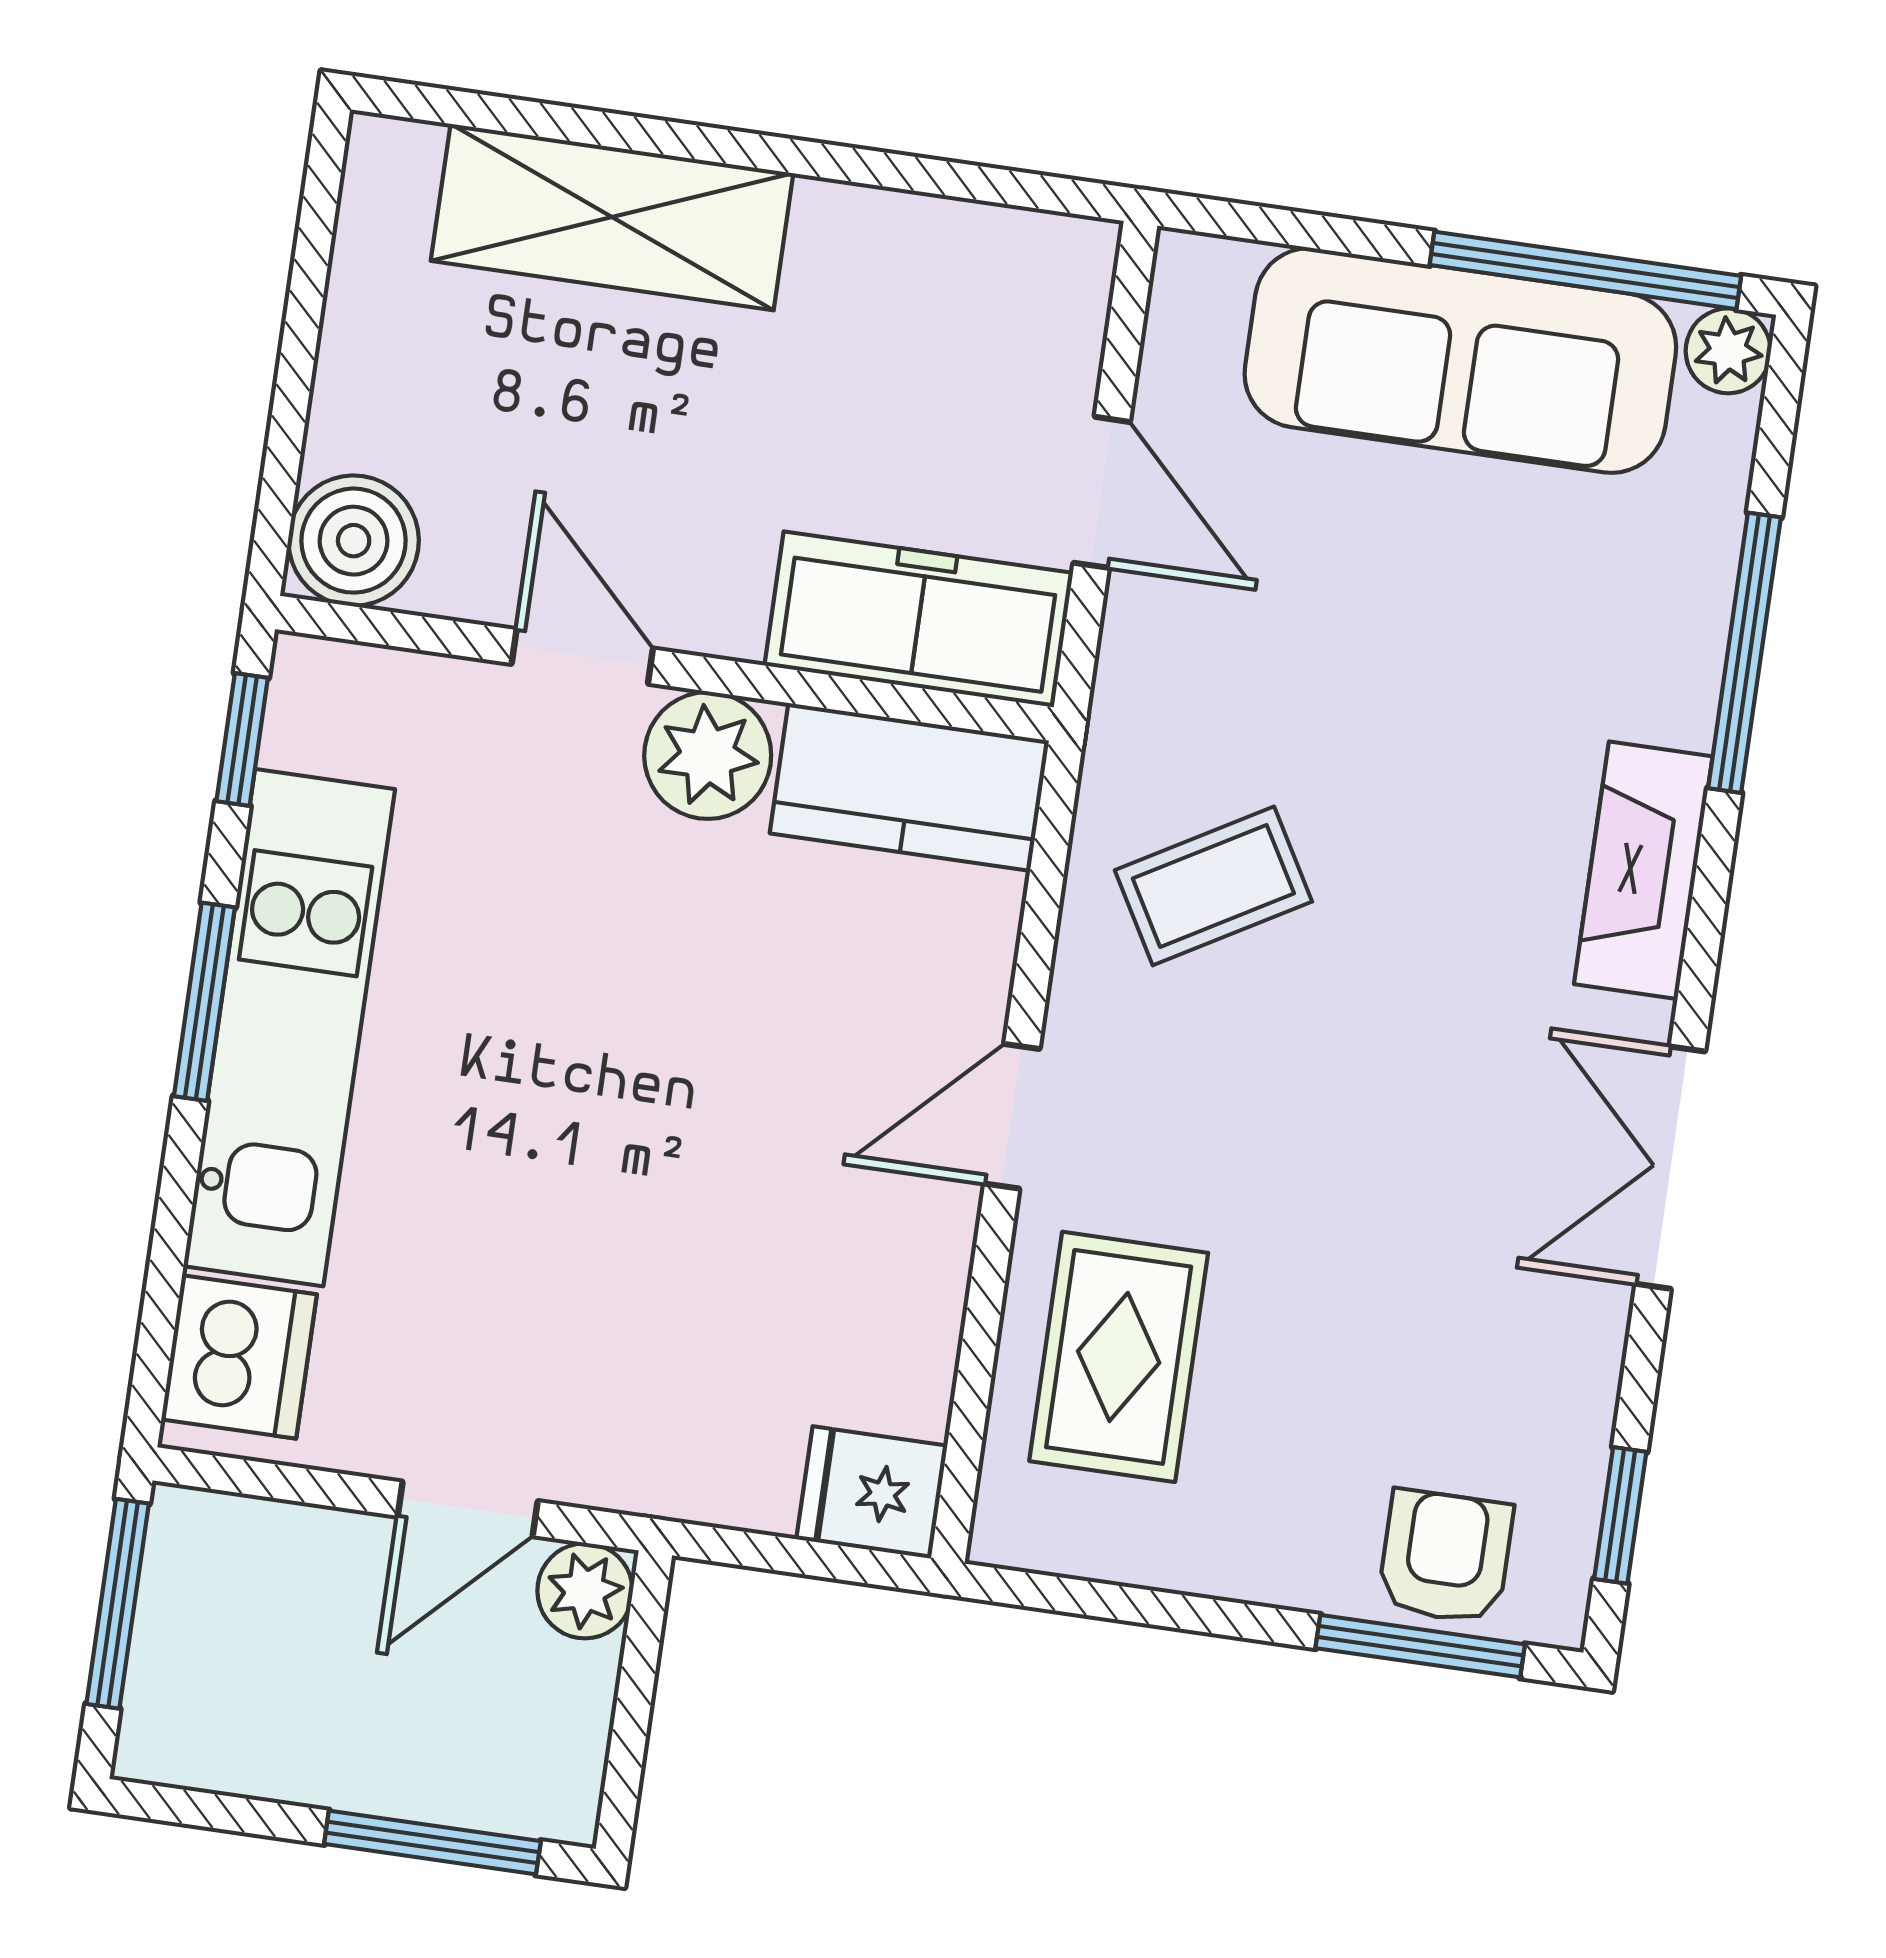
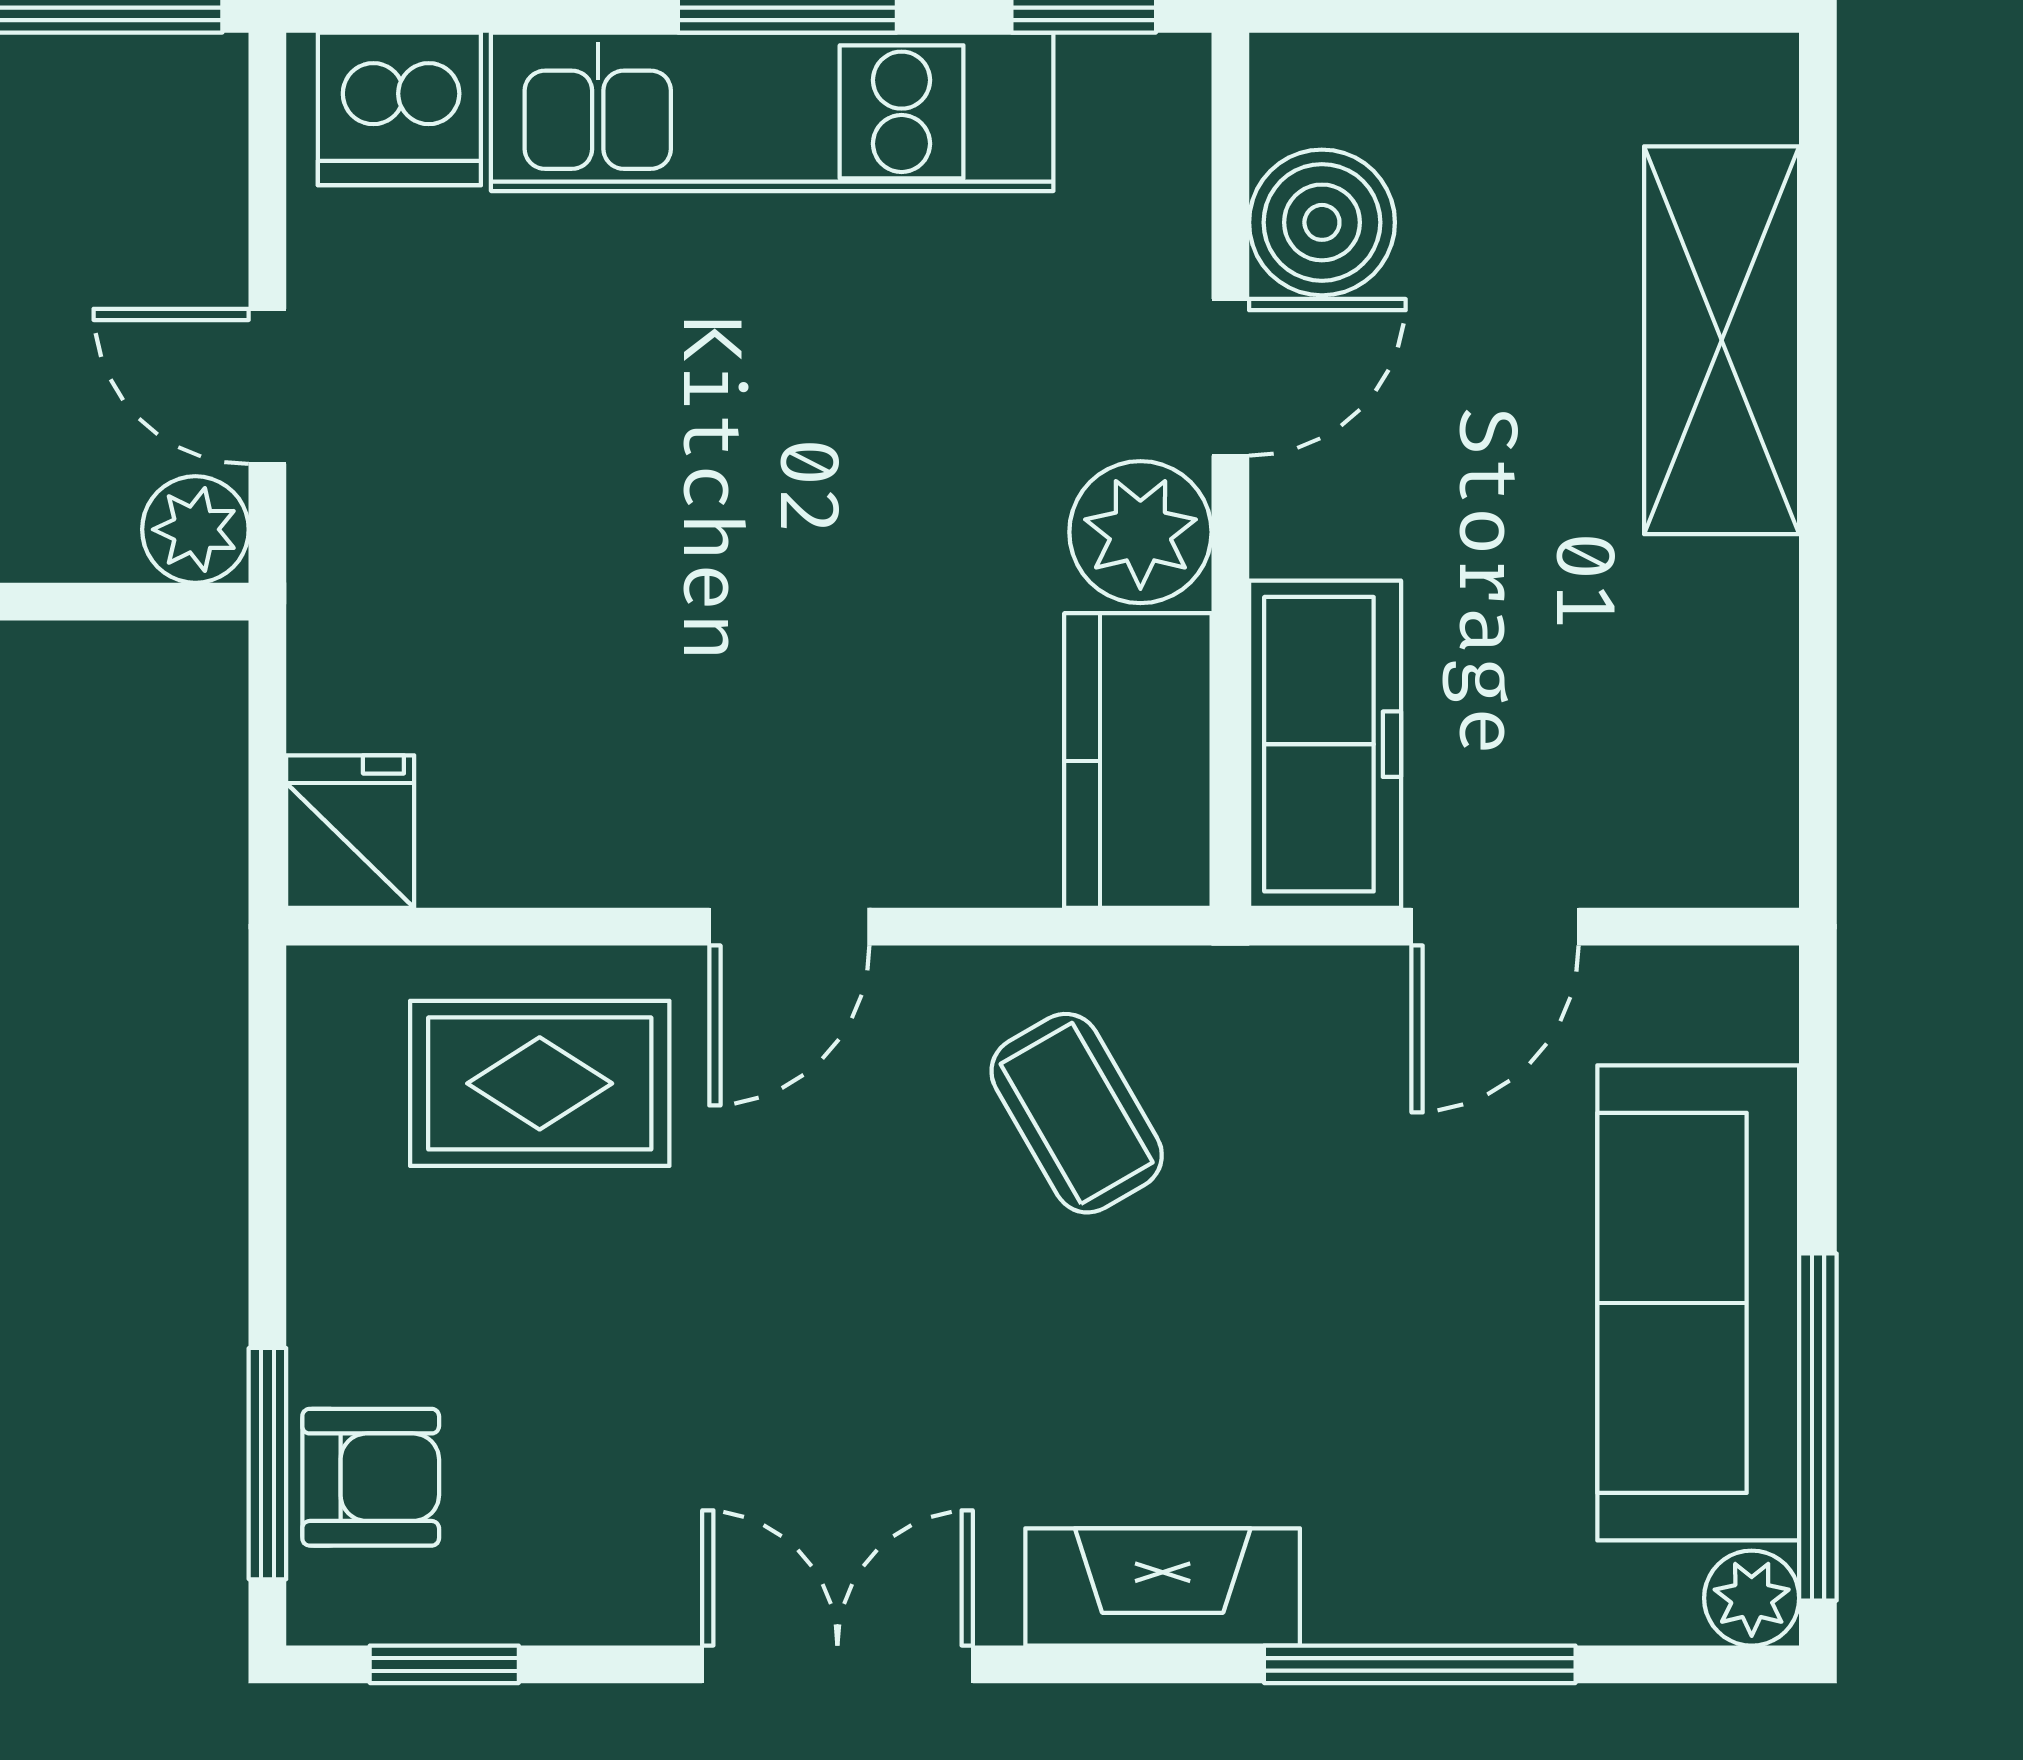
boiler: (354, 541) -> (1322, 222), moved
door: (1012, 1116) -> (789, 927), swing flipped

